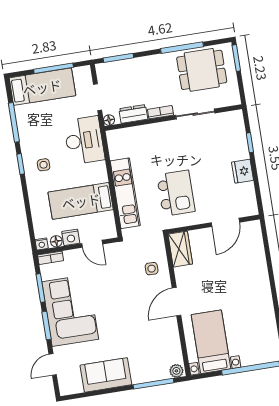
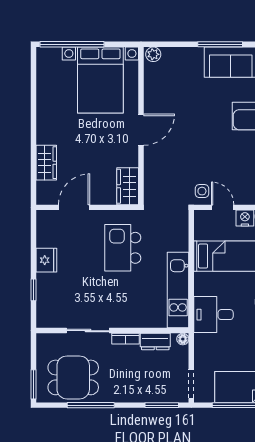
doorway: (98, 97) -> (191, 384), moved
desk: (84, 140) -> (213, 315), width x0.73
kitchen unit: (125, 193) -> (178, 290), moved
wardrobe: (257, 258) -> (46, 163), added
side table: (152, 269) -> (202, 191), moved
bed with nightstands: (211, 342) -> (100, 80), width x1.36
window: (154, 384) -> (220, 44), moved

